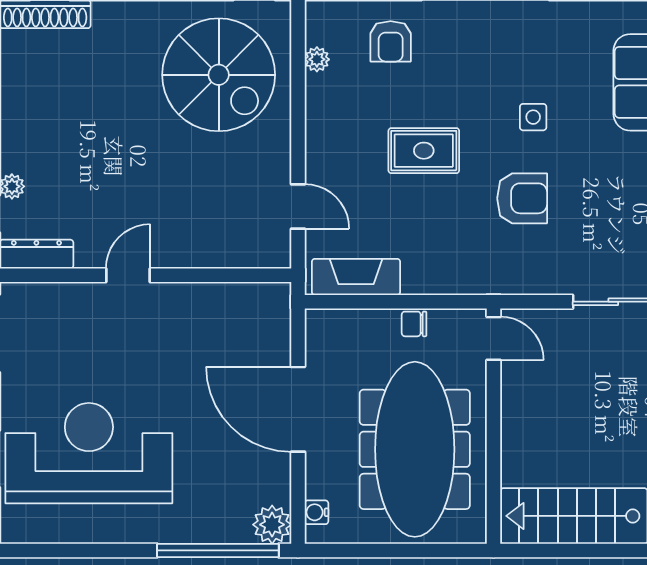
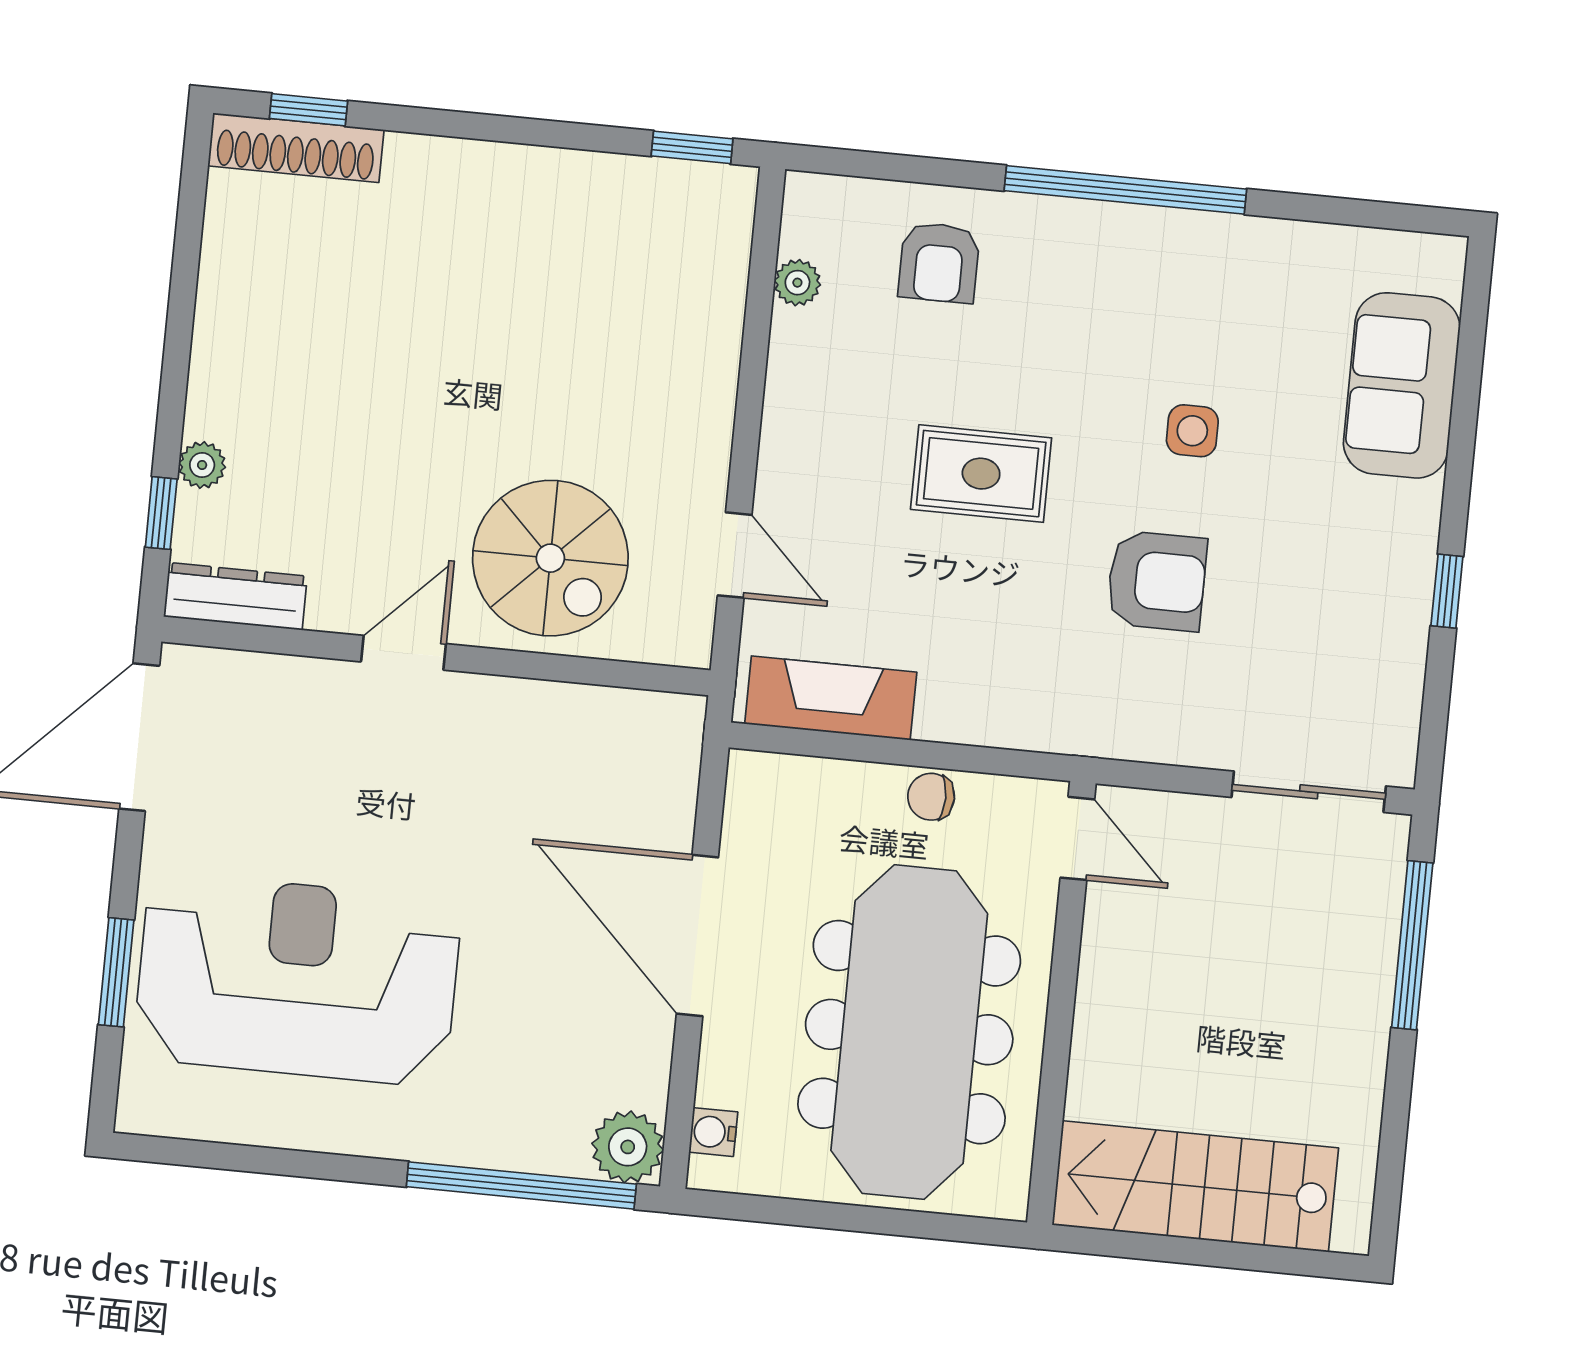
spiral stairs: (219, 75) -> (550, 558), moved, width x0.73, depth x0.73

